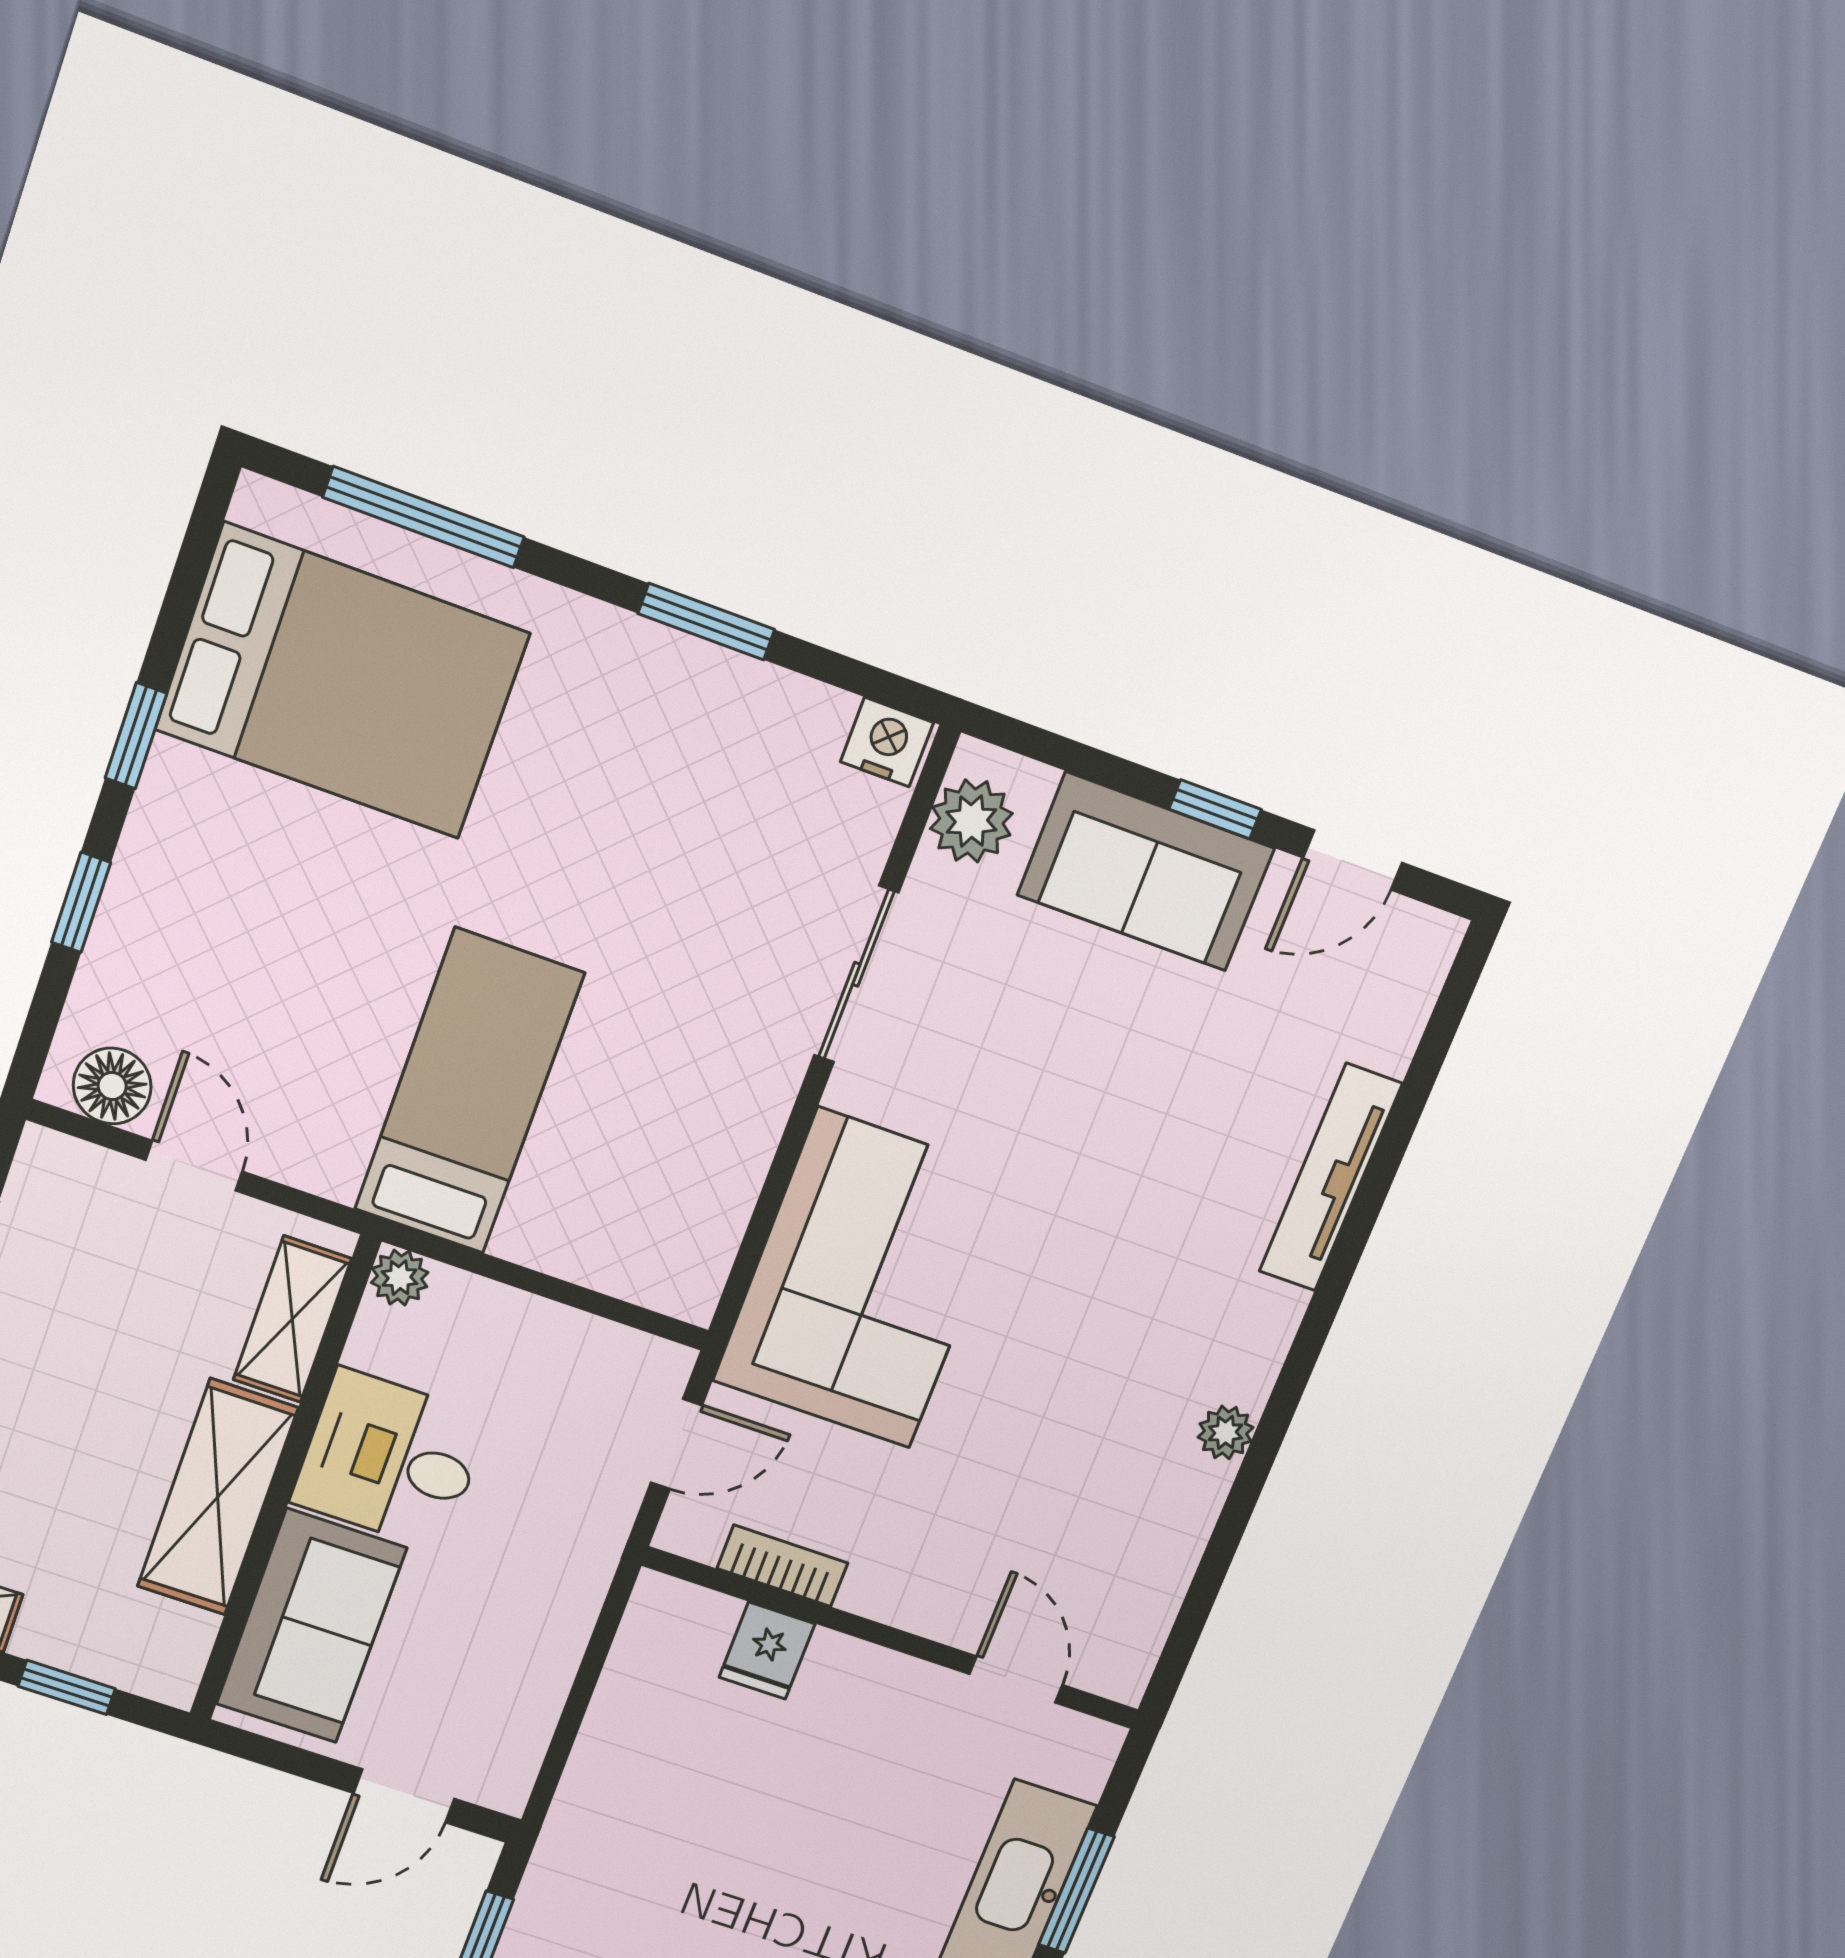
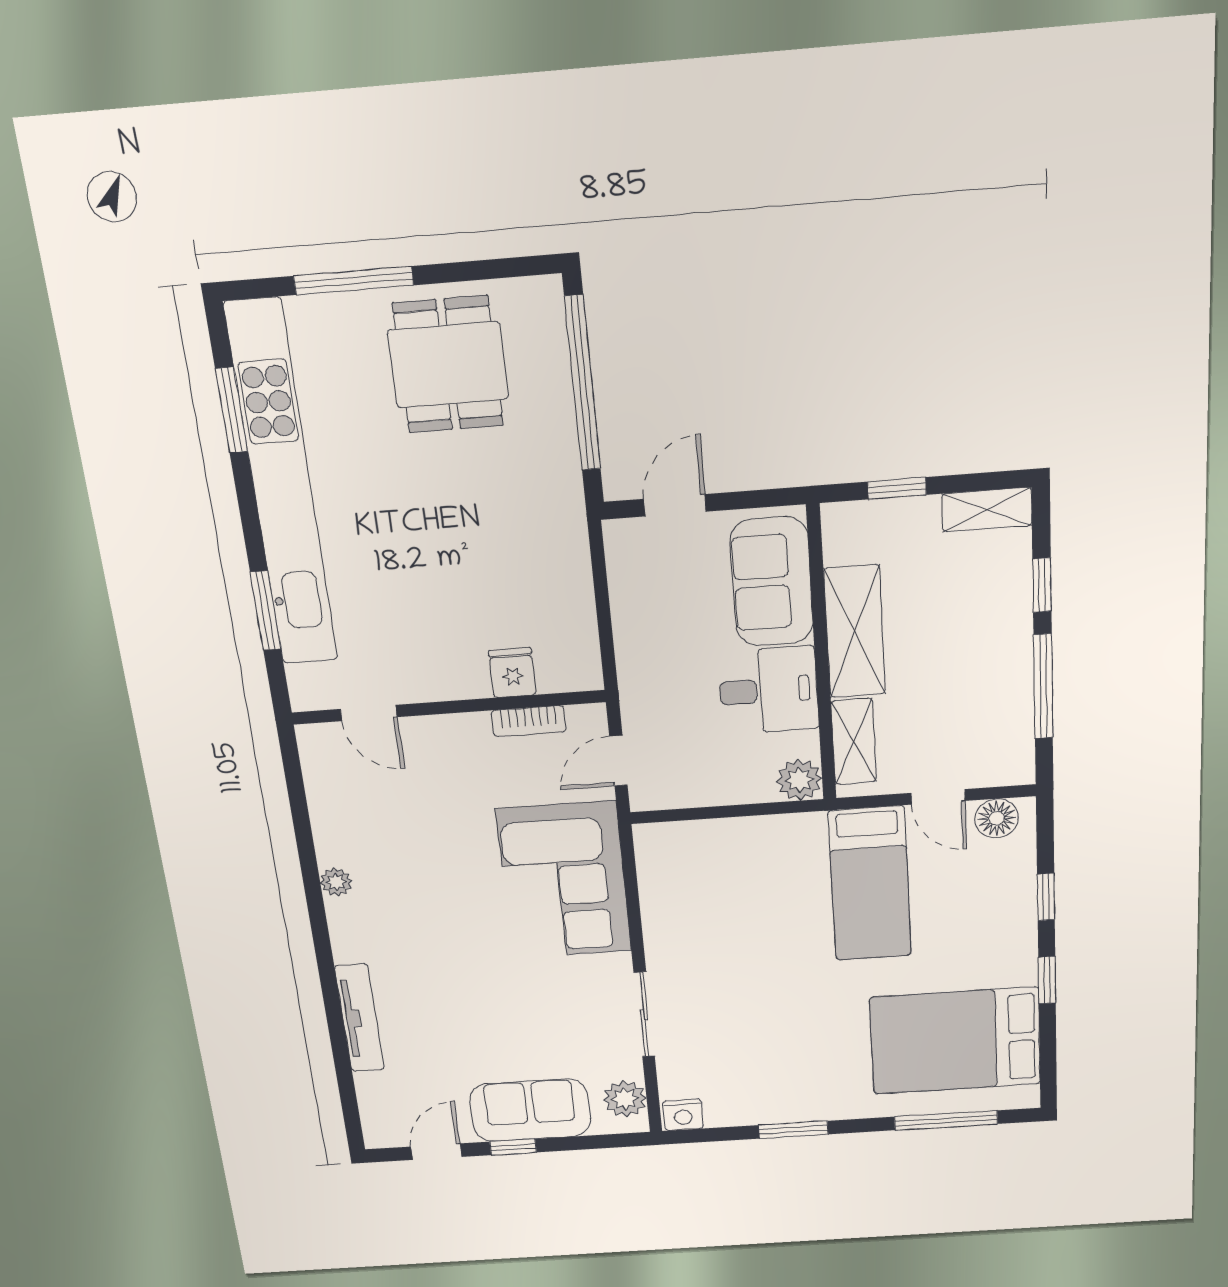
bed: (469, 1092) -> (870, 884), moved
plant: (400, 1278) -> (799, 780), width x1.38, depth x1.38

